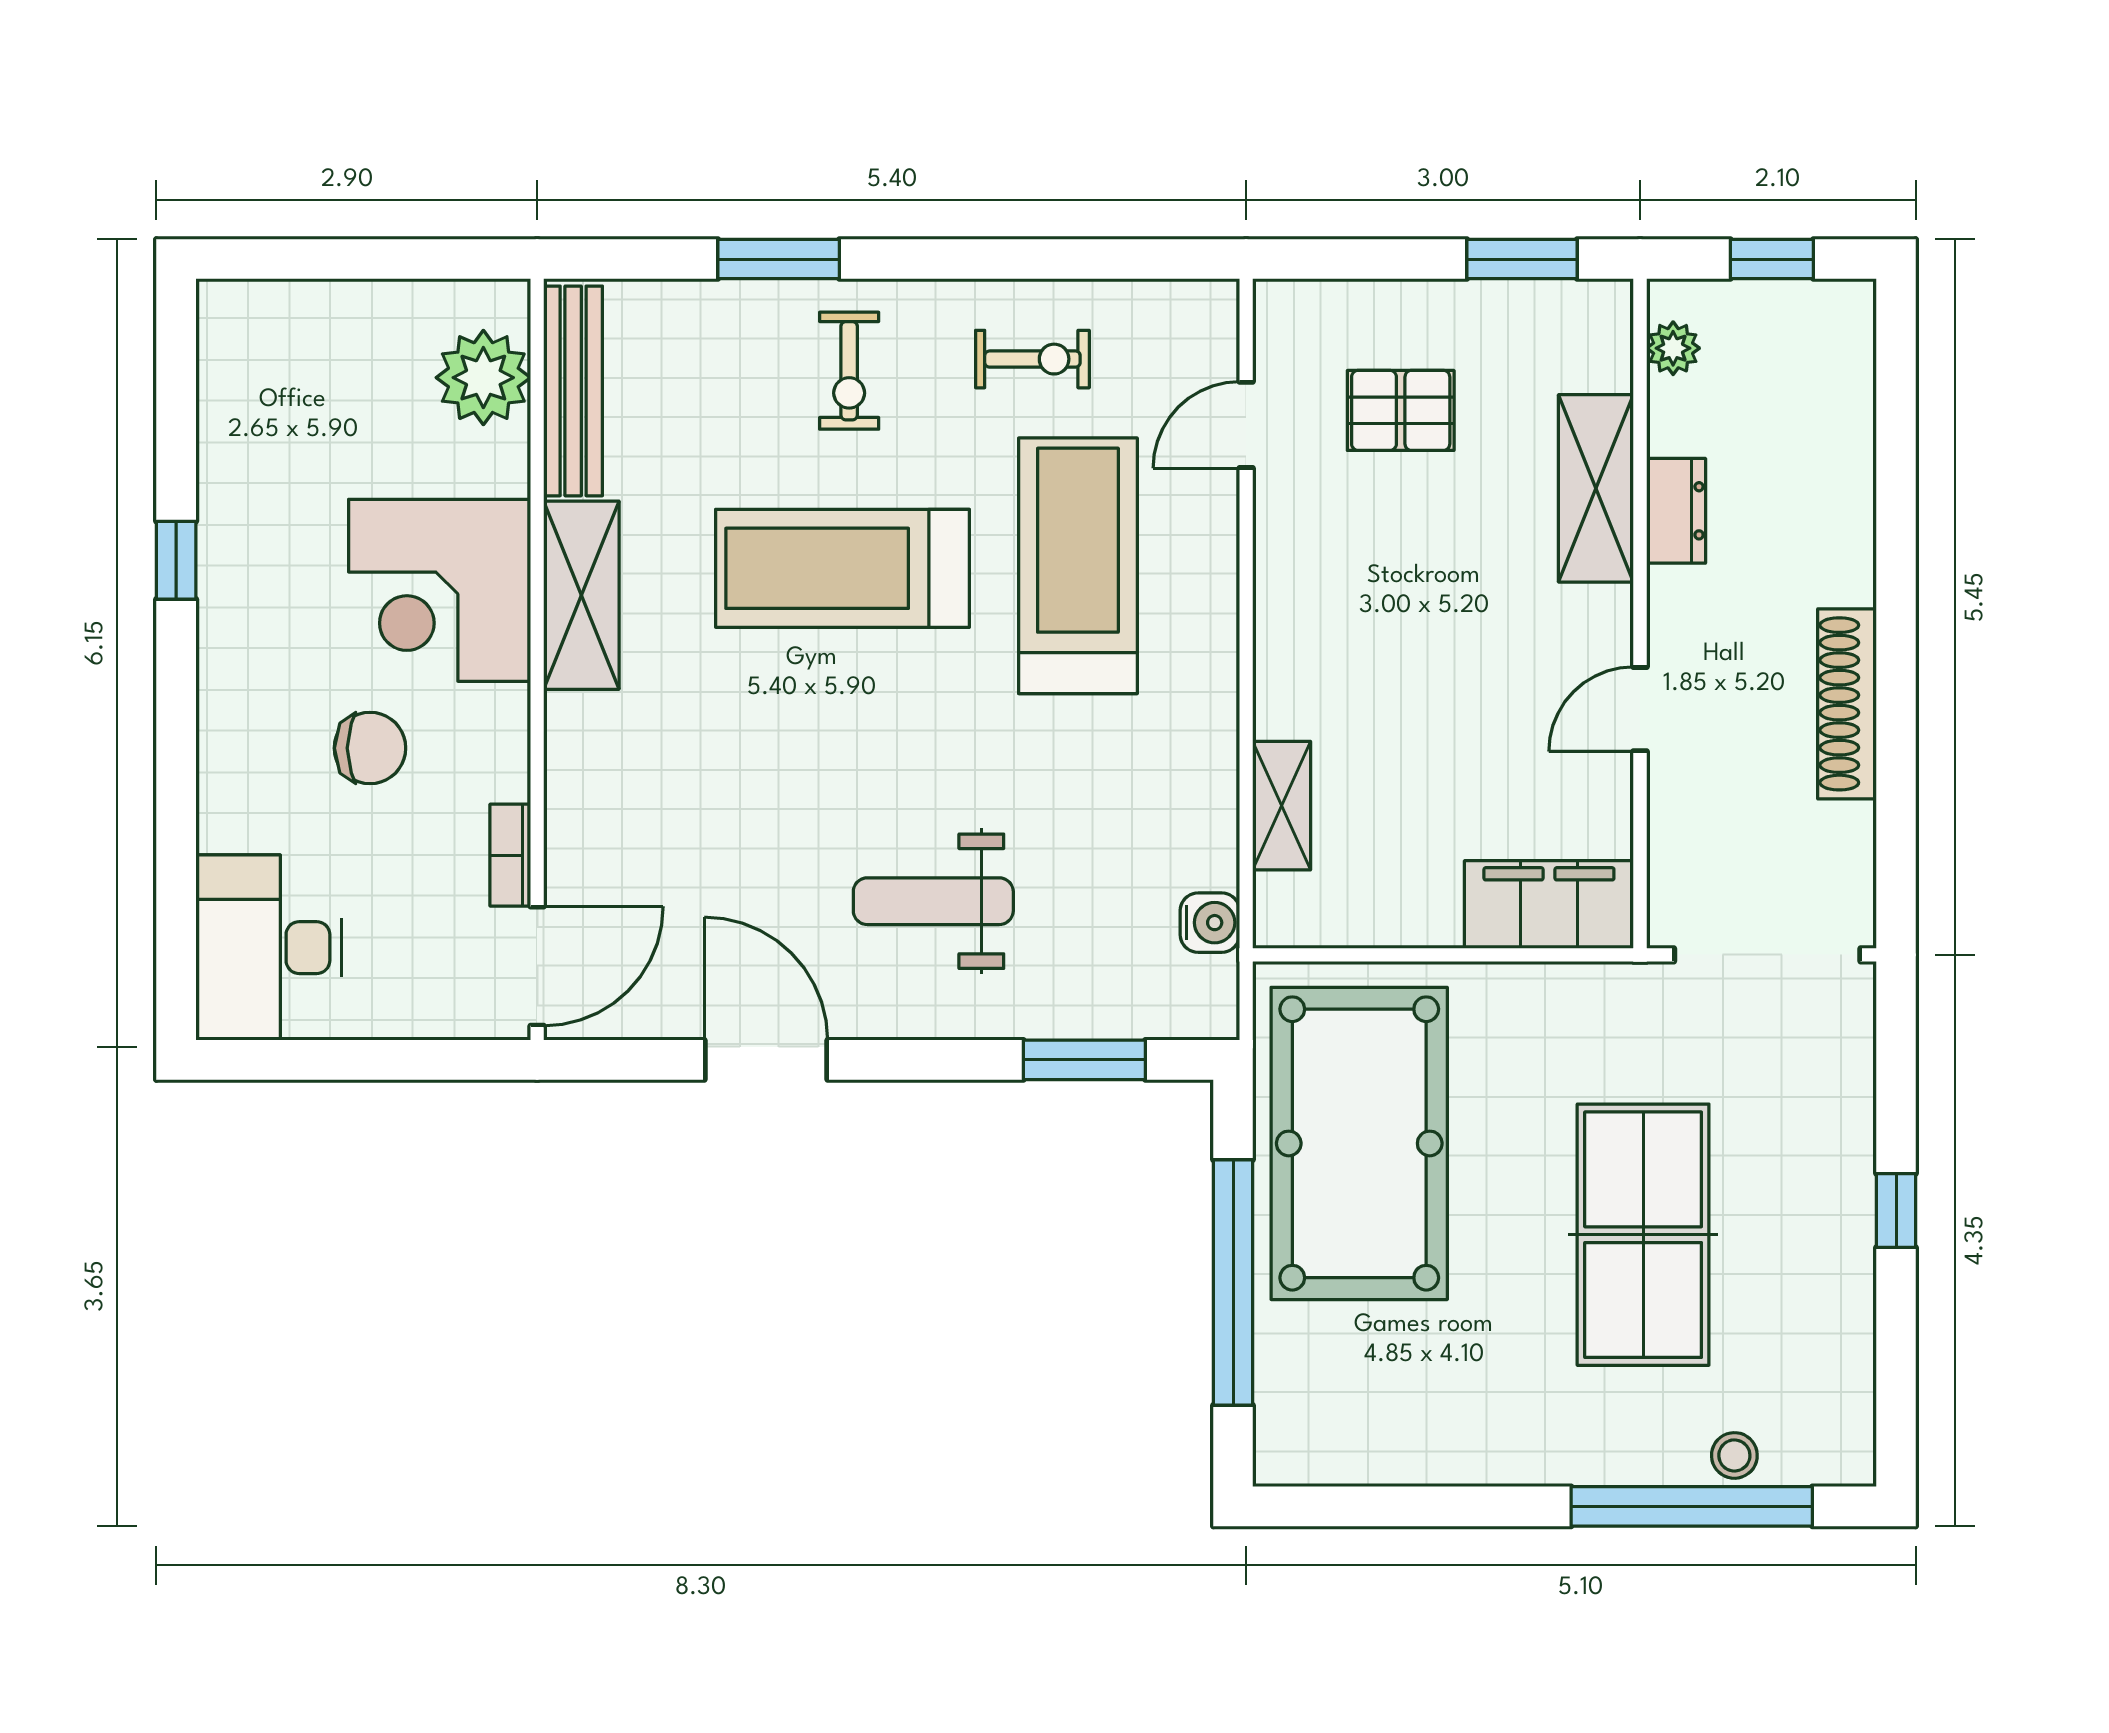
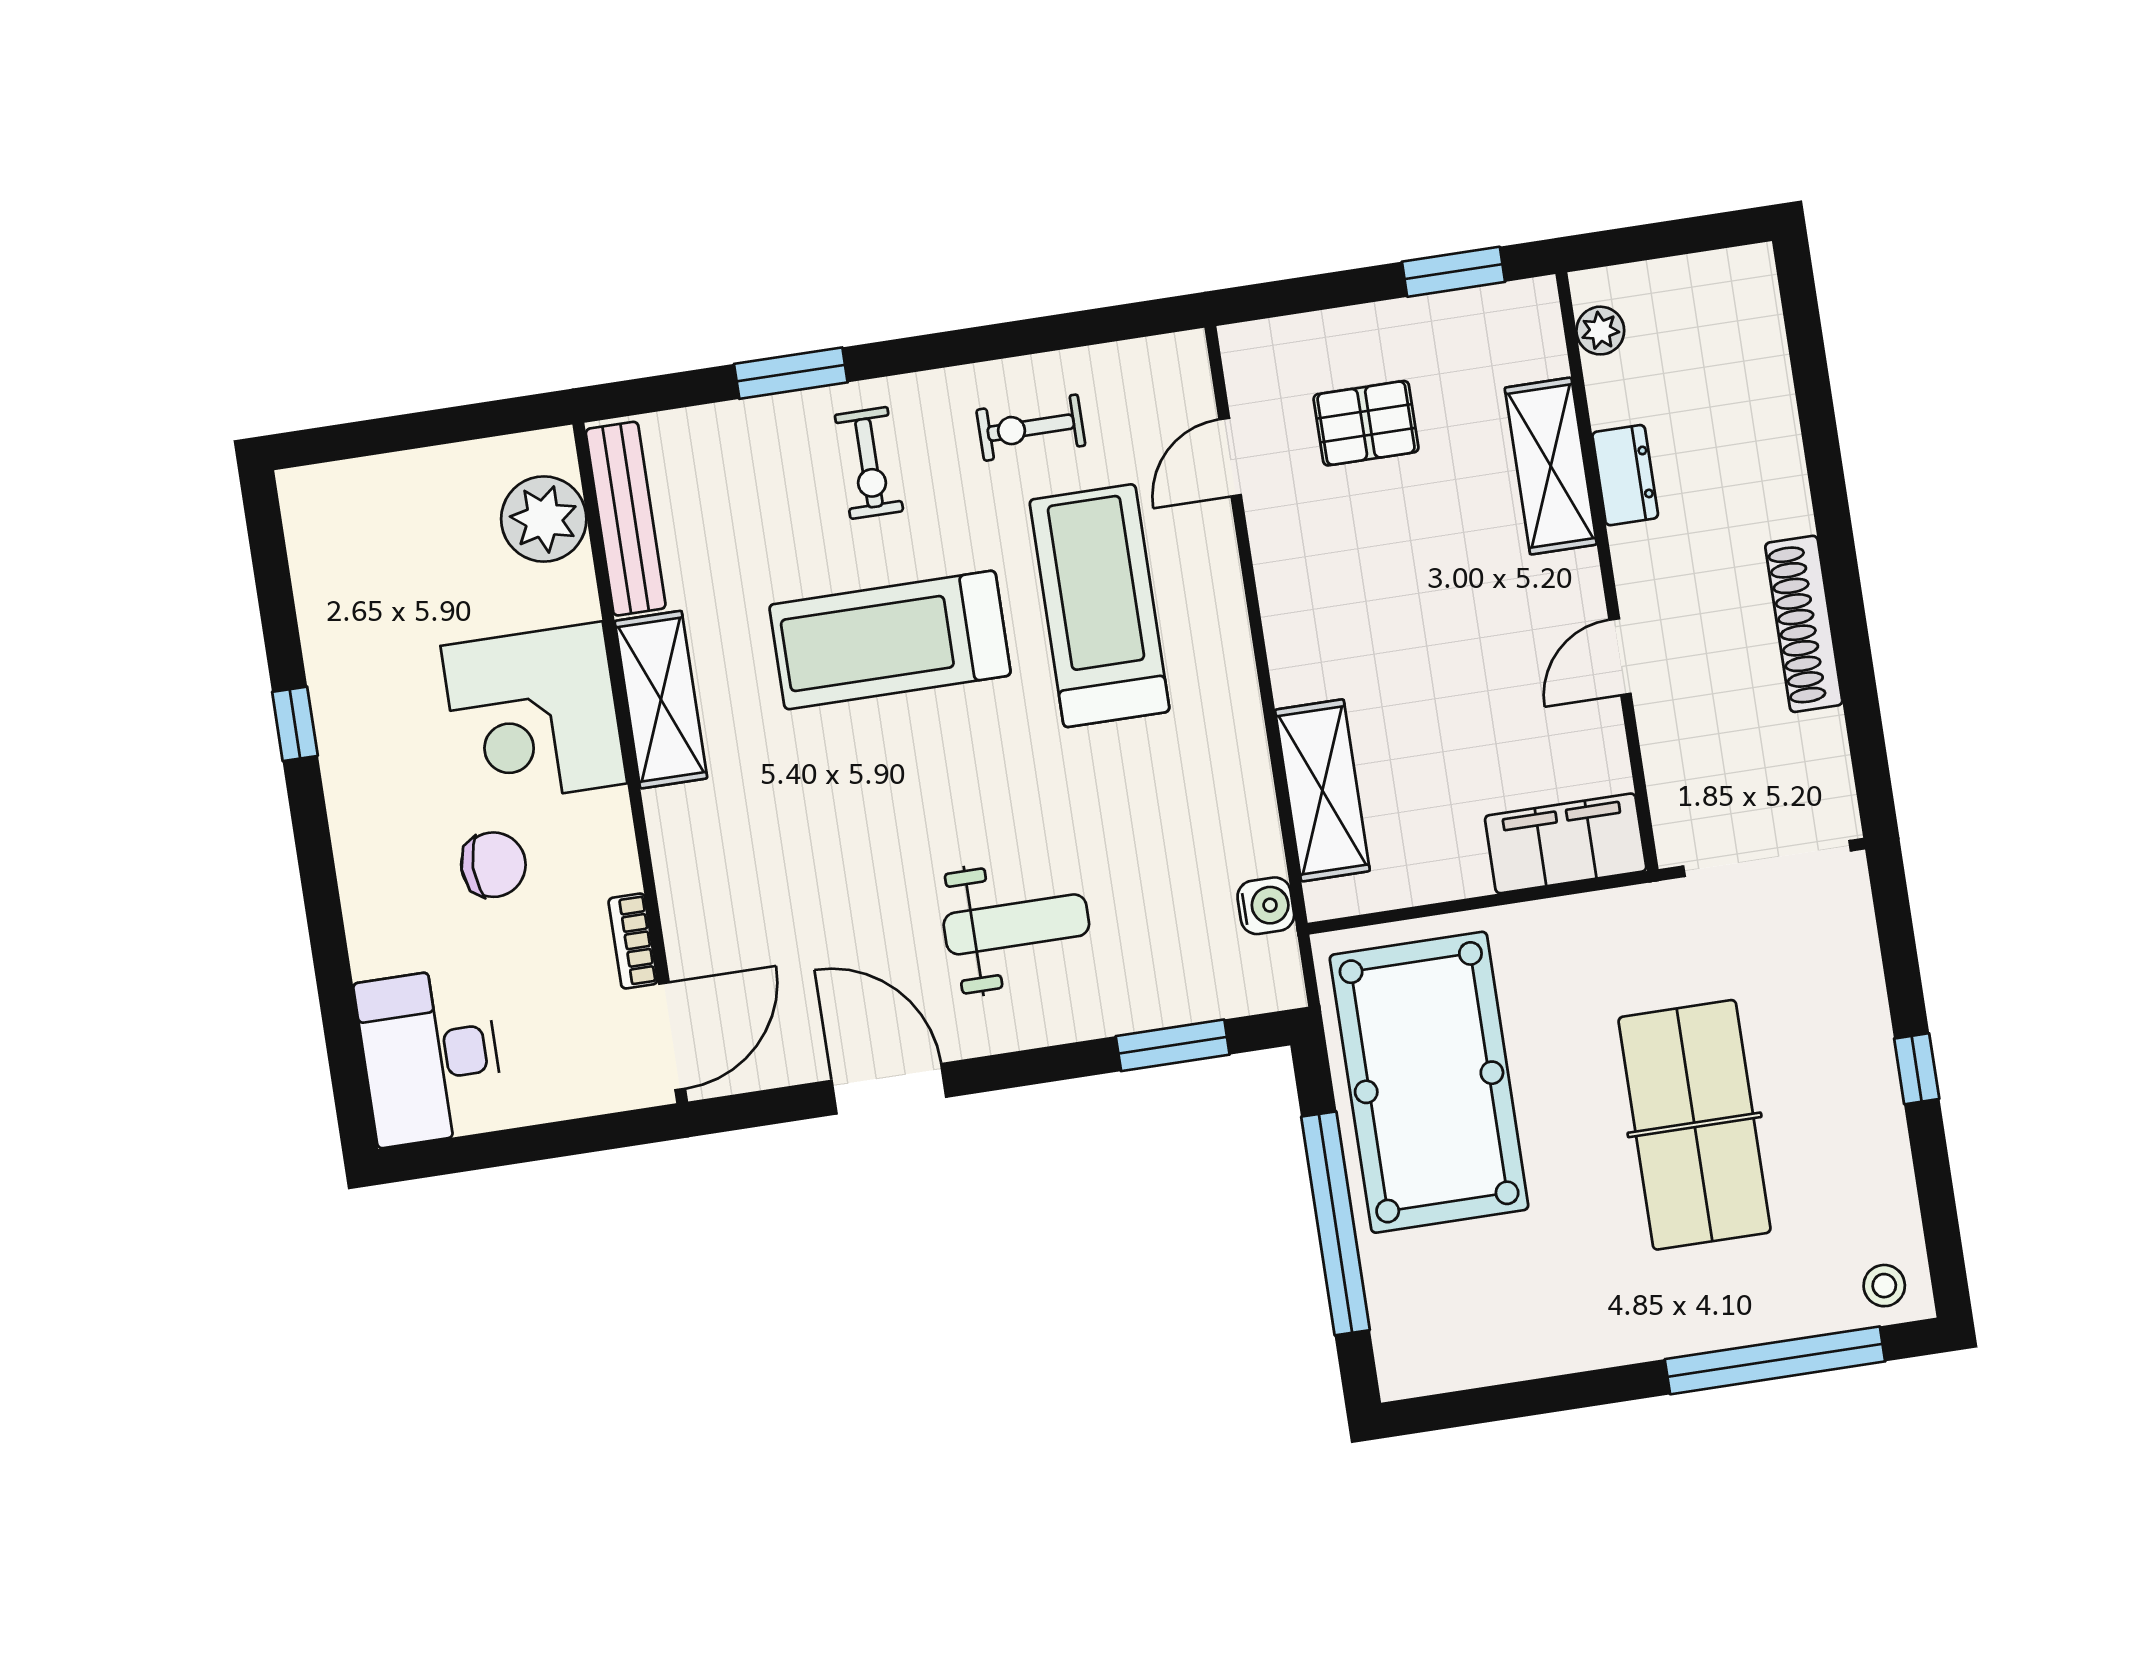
window: (1772, 259) -> (1676, 238), removed
exercise bike: (1032, 359) -> (1031, 428), turned 180
shelving: (1282, 806) -> (1322, 790), width x1.50, depth x1.33
weight bench: (933, 901) -> (1016, 924), turned 180
stool: (1734, 1455) -> (1884, 1286), moved

